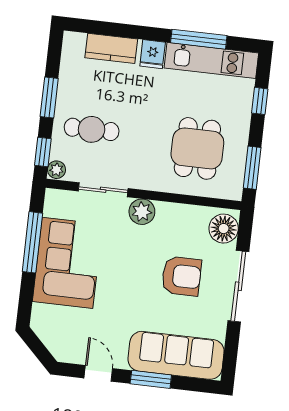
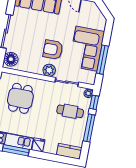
kitchen counter: (111, 48) -> (69, 151), moved
window: (49, 97) -> (89, 128), width x1.44
armchair: (181, 276) -> (53, 50), moved

